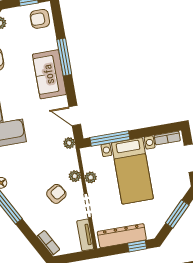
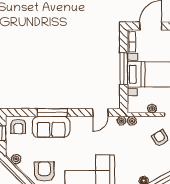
sofa: (49, 74) -> (51, 127), moved
window: (110, 139) -> (124, 69), moved
plant: (75, 176) -> (132, 121), moved

